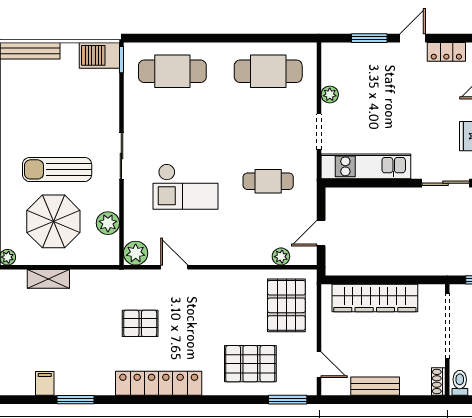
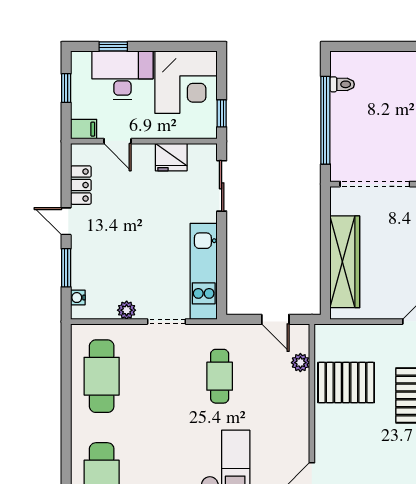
water cooler: (342, 49) -> (78, 298), added
pallet: (286, 305) -> (346, 383), moved

